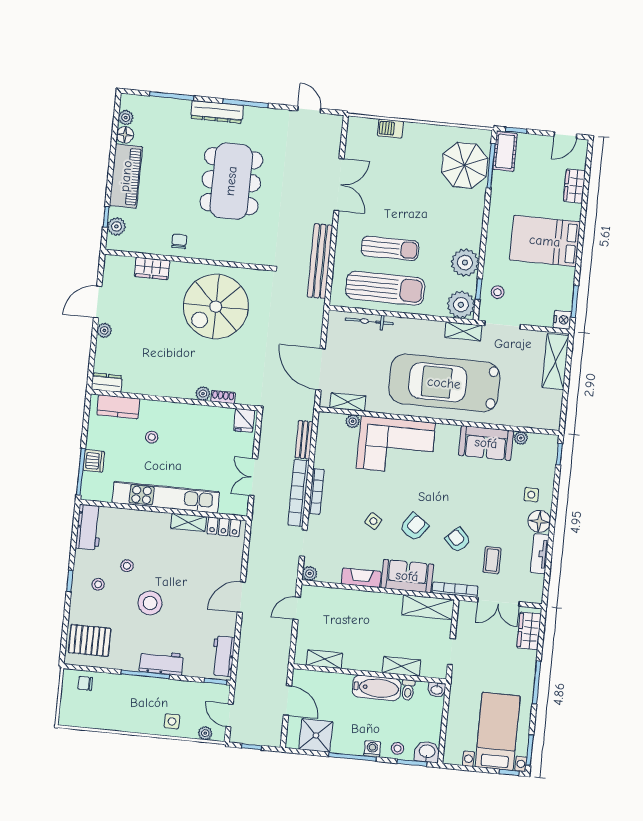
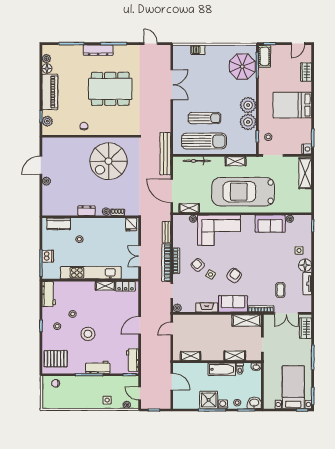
dining table: (231, 181) -> (110, 89), turned 90
bench: (320, 261) -> (165, 154), moved
wardrobe: (152, 268) -> (70, 143), removed
plant: (461, 305) -> (248, 105), moved
shelving: (463, 331) -> (236, 161), moved
dresser: (107, 383) -> (86, 211), moved
armchair: (458, 540) -> (198, 265), moved
shower: (316, 735) -> (209, 400), moved

